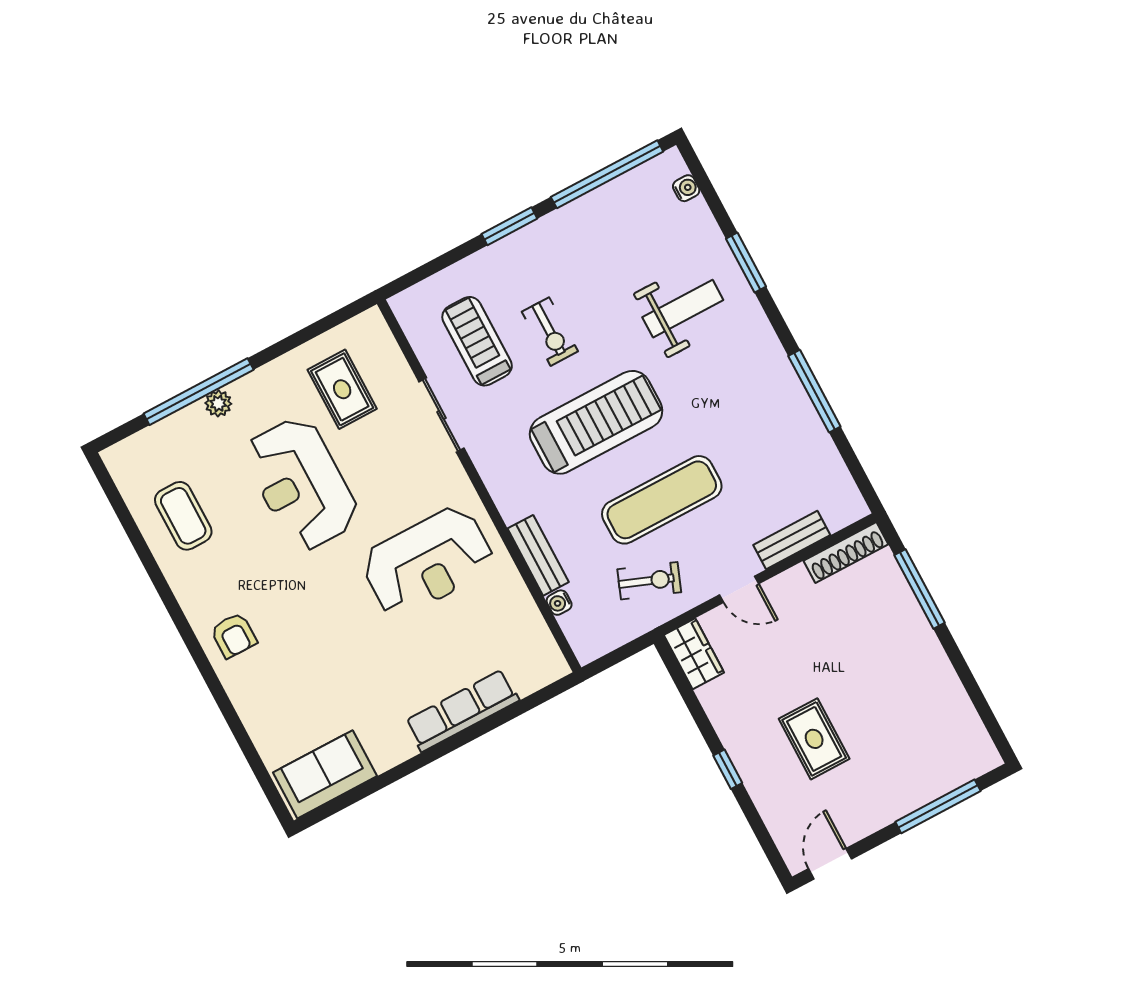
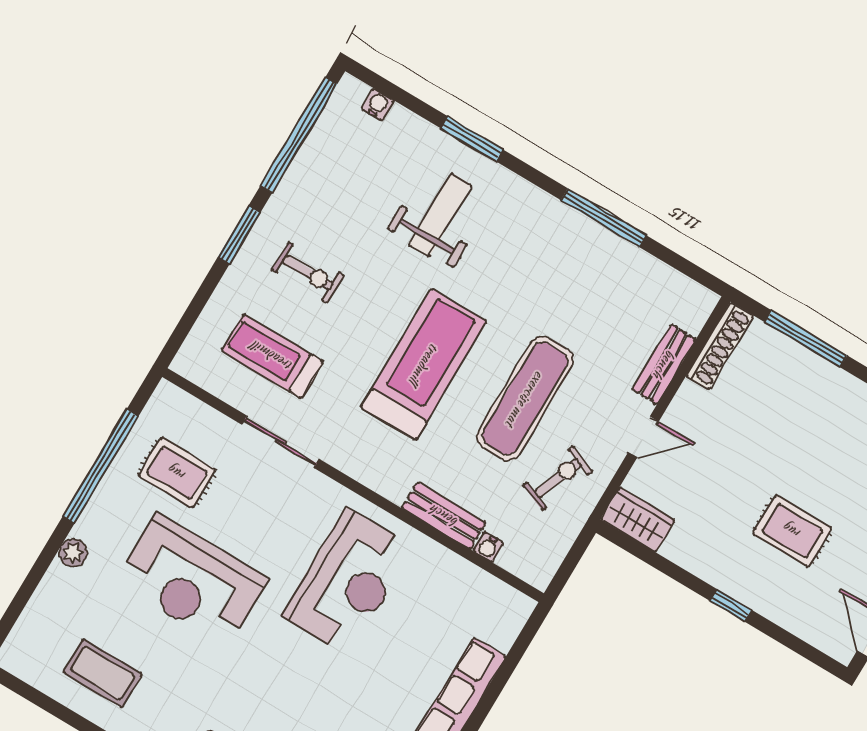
exercise bike: (550, 332) -> (308, 273), moved
window: (199, 392) -> (101, 466), moved

